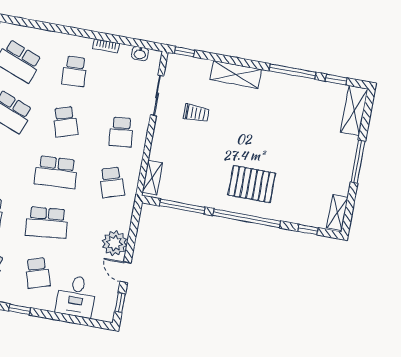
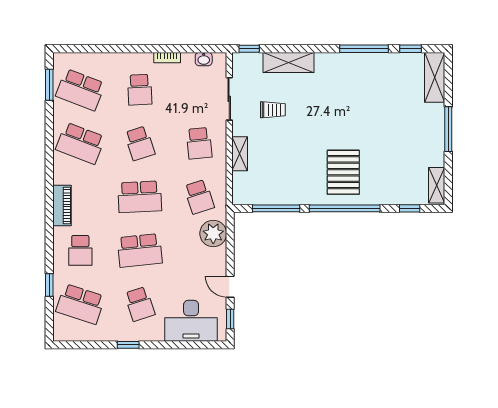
shelving: (236, 74) -> (288, 62), moved
shelving: (152, 178) -> (240, 154), moved
pallet: (252, 184) -> (343, 172), turned 90
plant: (114, 243) -> (213, 234), moved
desk: (76, 296) -> (191, 321), width x1.37

